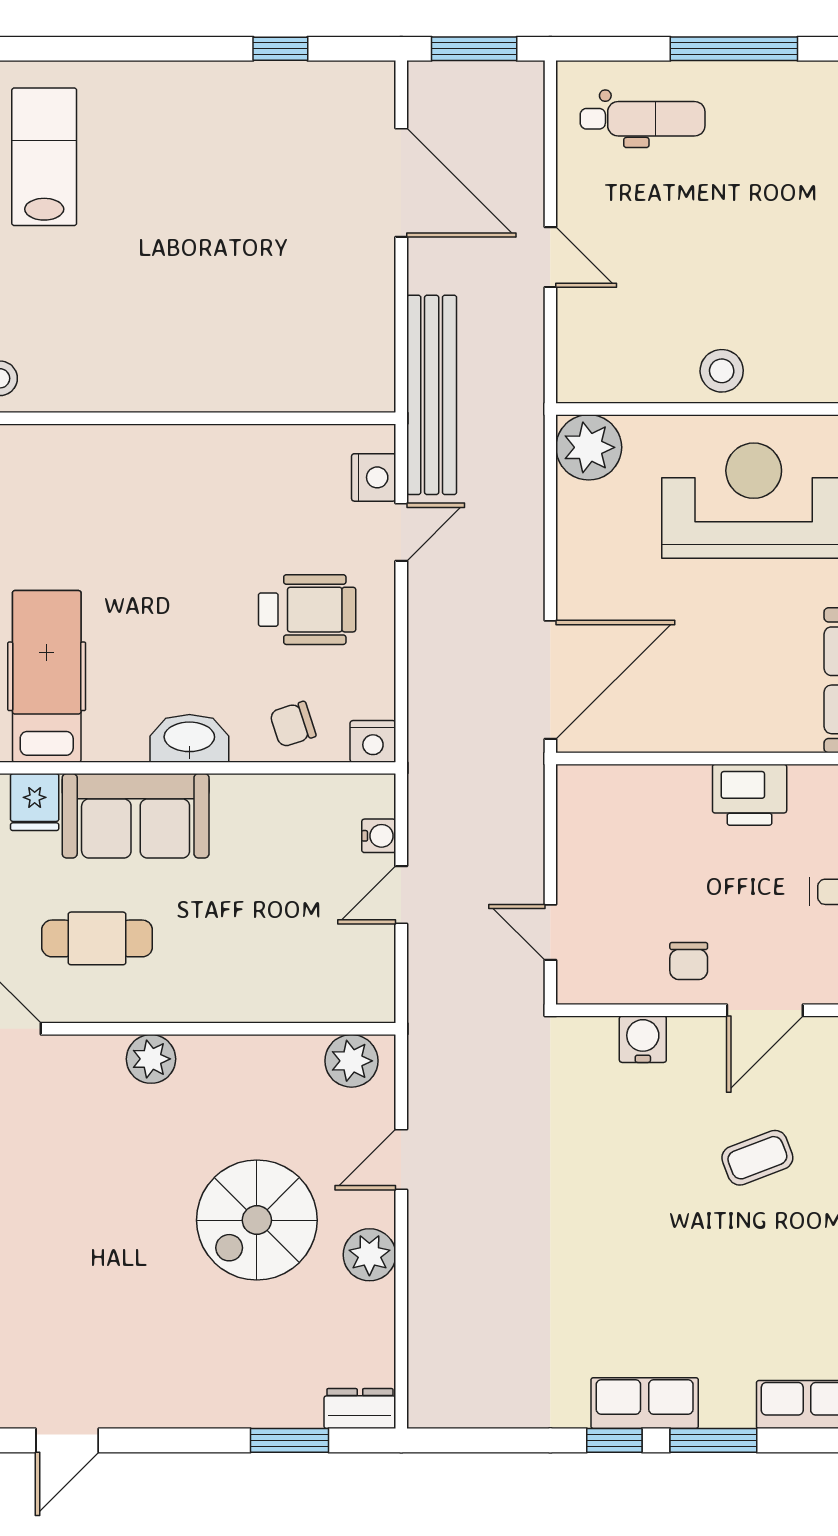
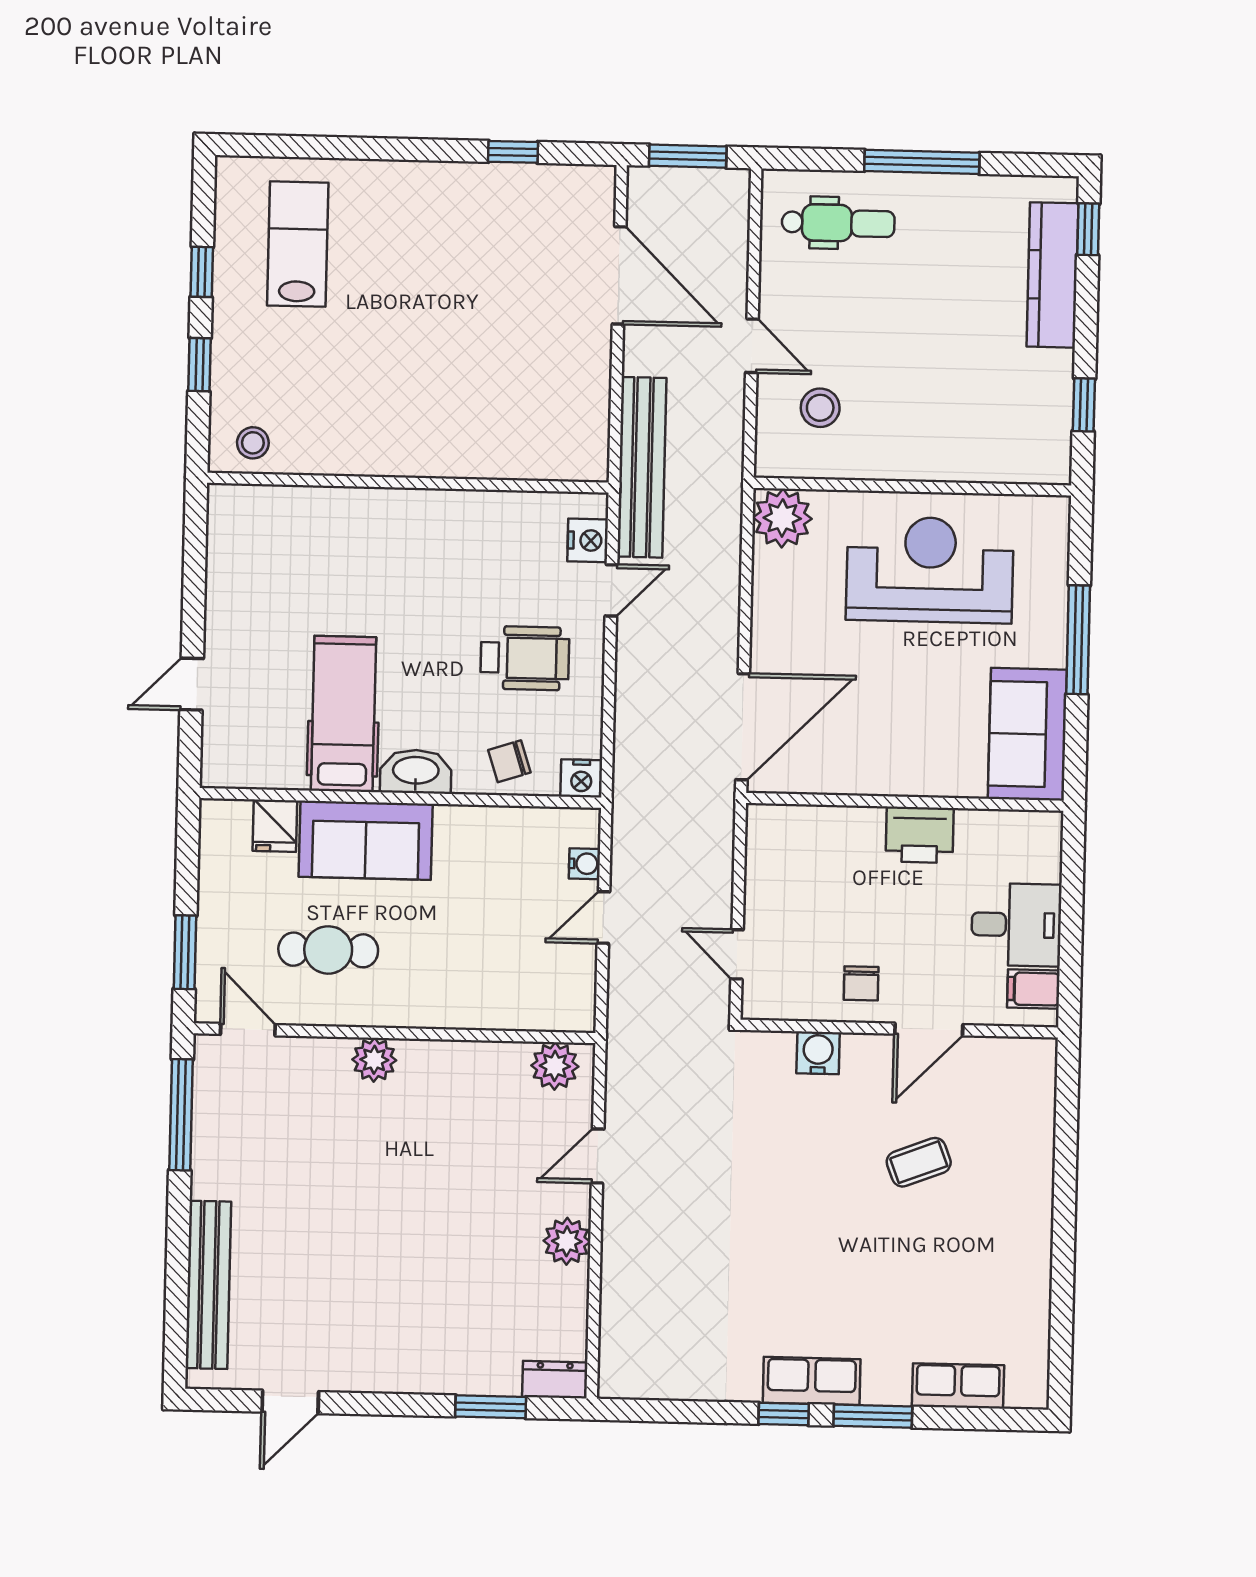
stool: (722, 371) -> (820, 408), moved
hospital bed: (47, 676) -> (343, 714), moved
spiral stairs: (257, 1220) -> (466, 1207), removed

